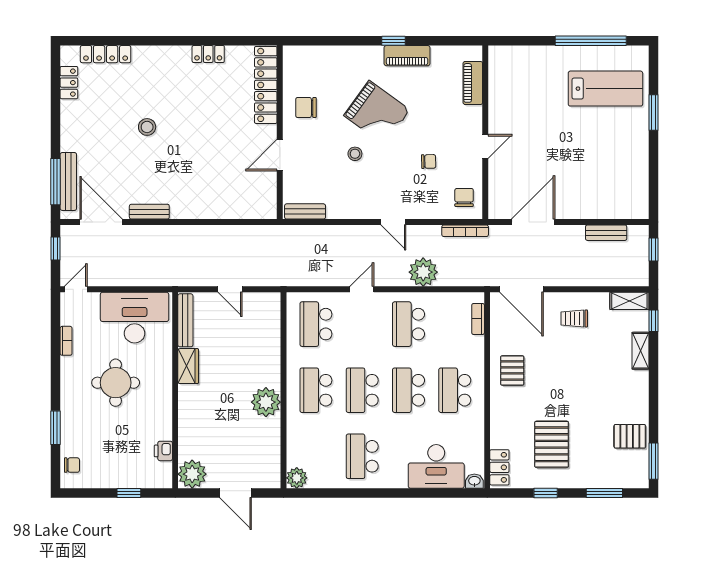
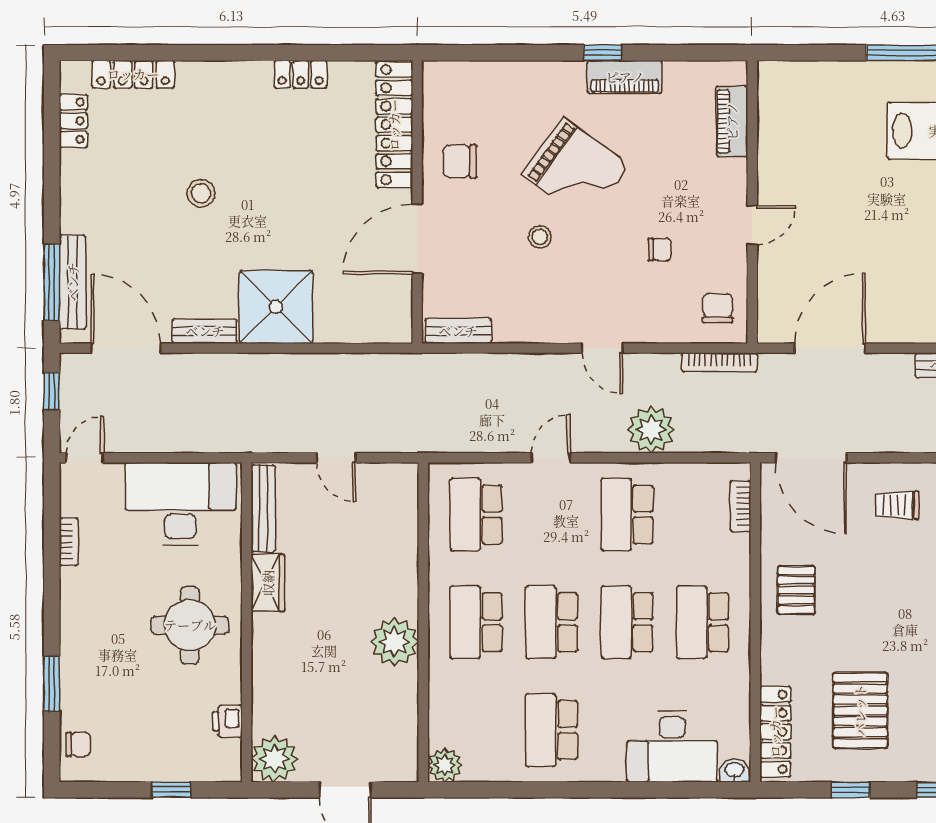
door: (280, 155) -> (417, 239), width x1.36
shower: (193, 197) -> (276, 307), added
round table: (116, 383) -> (190, 625), moved
locker: (499, 467) -> (775, 732), width x1.53

